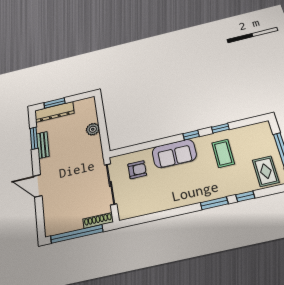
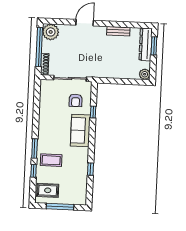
plant: (93, 129) -> (145, 74), moved
window: (191, 135) -> (93, 112), moved
window: (34, 138) -> (127, 25), removed
coffee table: (223, 153) -> (51, 160), moved
plant: (55, 224) -> (51, 32), added

